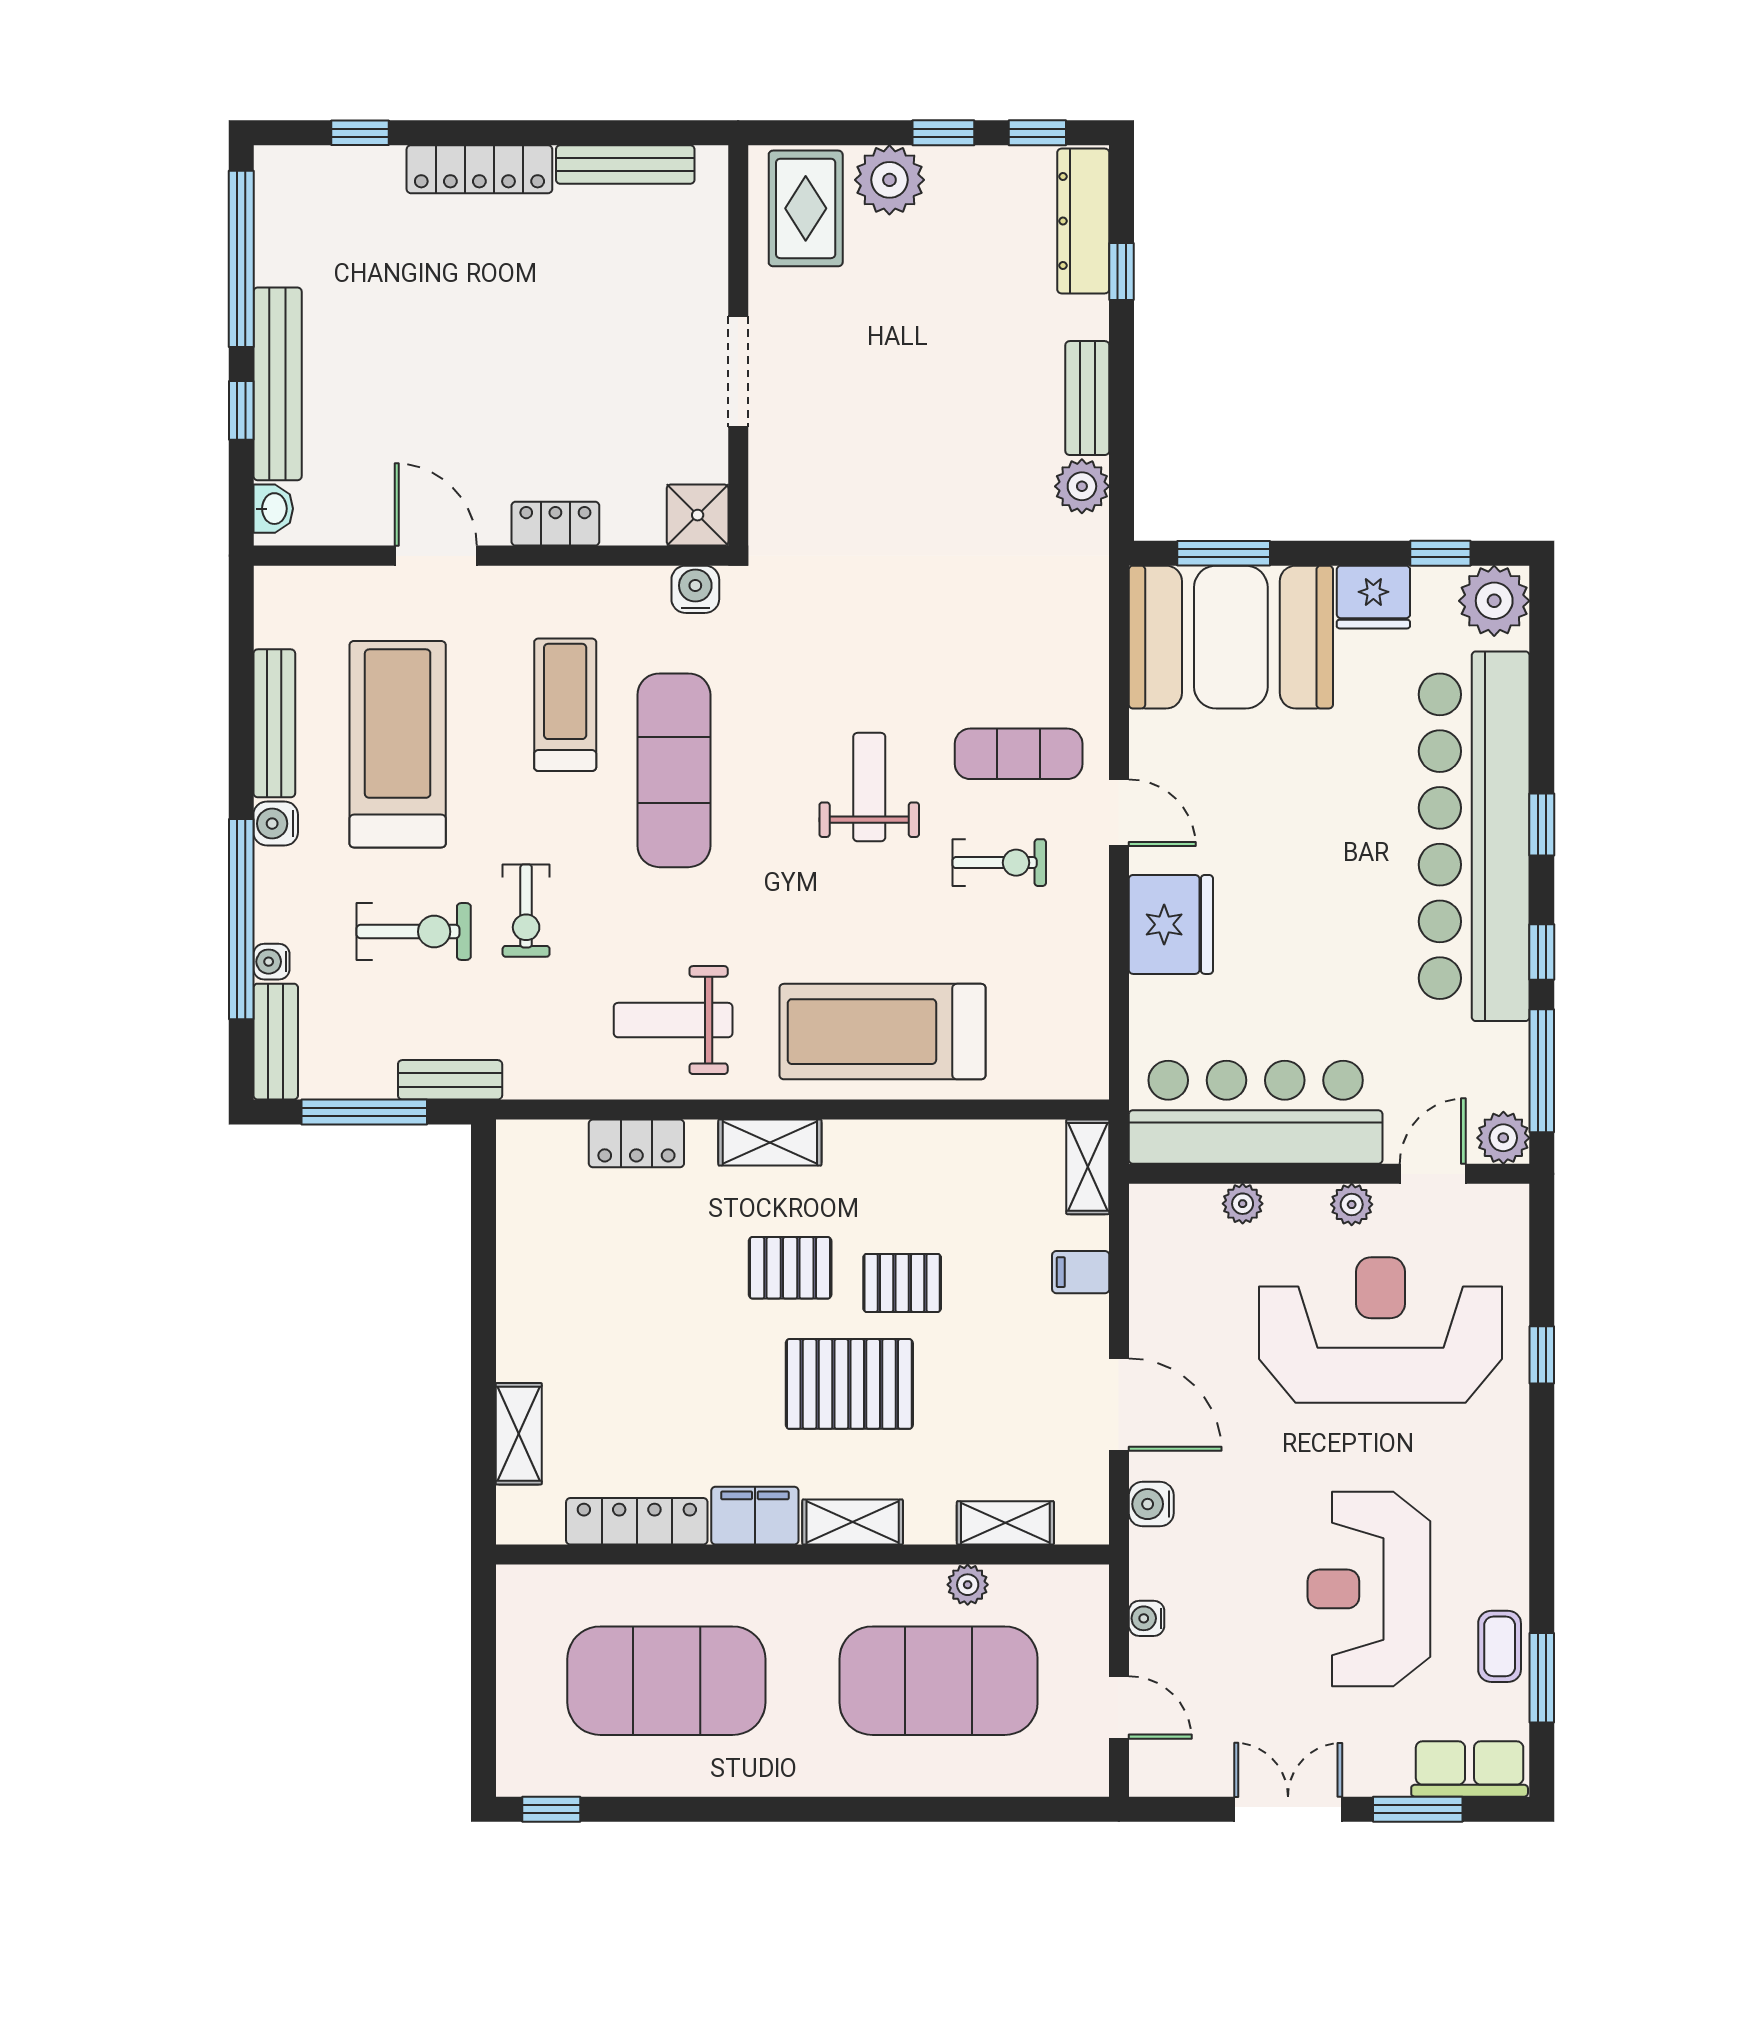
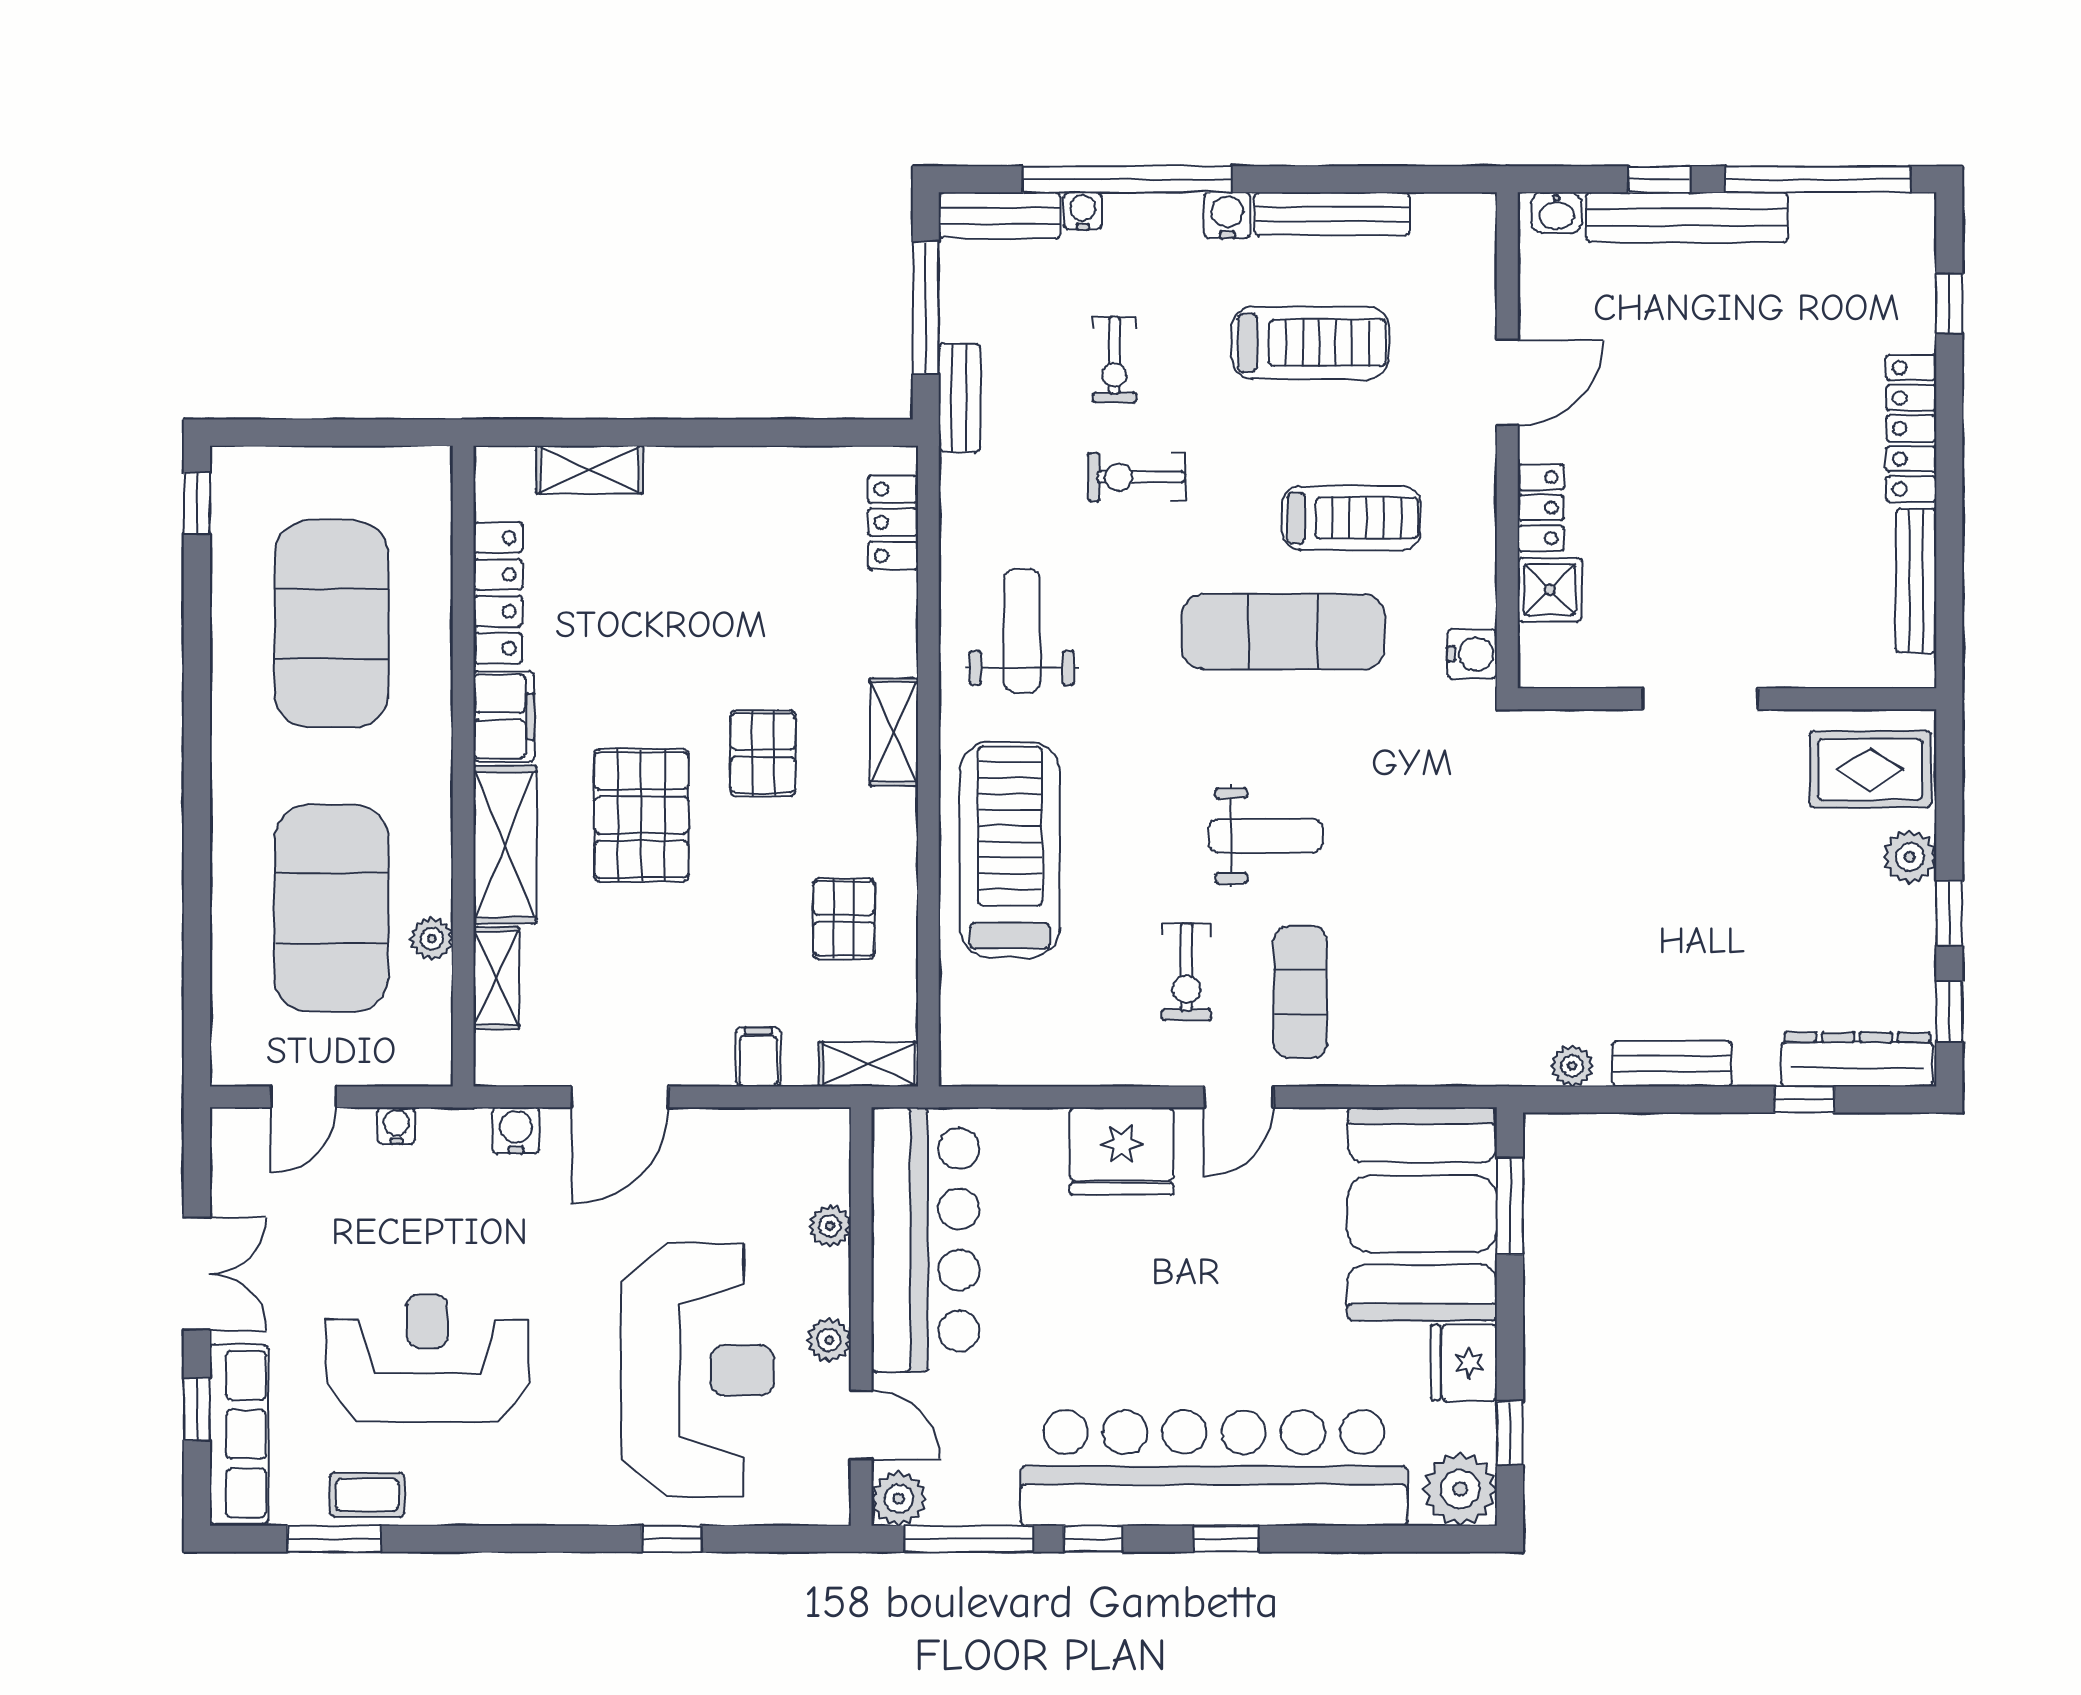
plant: (889, 180) -> (1910, 857), width x0.73, depth x0.73
plant: (1082, 486) -> (1572, 1066), width x0.73, depth x0.73
shower: (698, 515) -> (1550, 590), moved
treadmill: (398, 744) -> (1310, 343), width x0.73, depth x0.73
exercise bike: (414, 932) -> (1114, 360), width x0.73, depth x0.72
locker: (636, 1143) -> (893, 522), moved
pallet: (902, 1283) -> (844, 919), moved
shelving: (853, 1522) -> (505, 845), width x1.50, depth x1.33
row of seats: (1470, 1769) -> (239, 1434), width x1.48
window: (1418, 1809) -> (197, 1409), width x0.67

